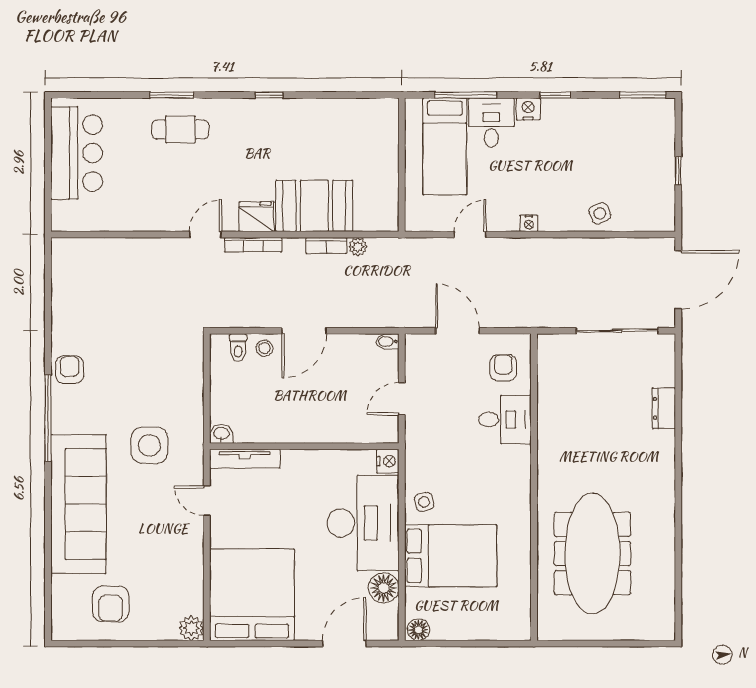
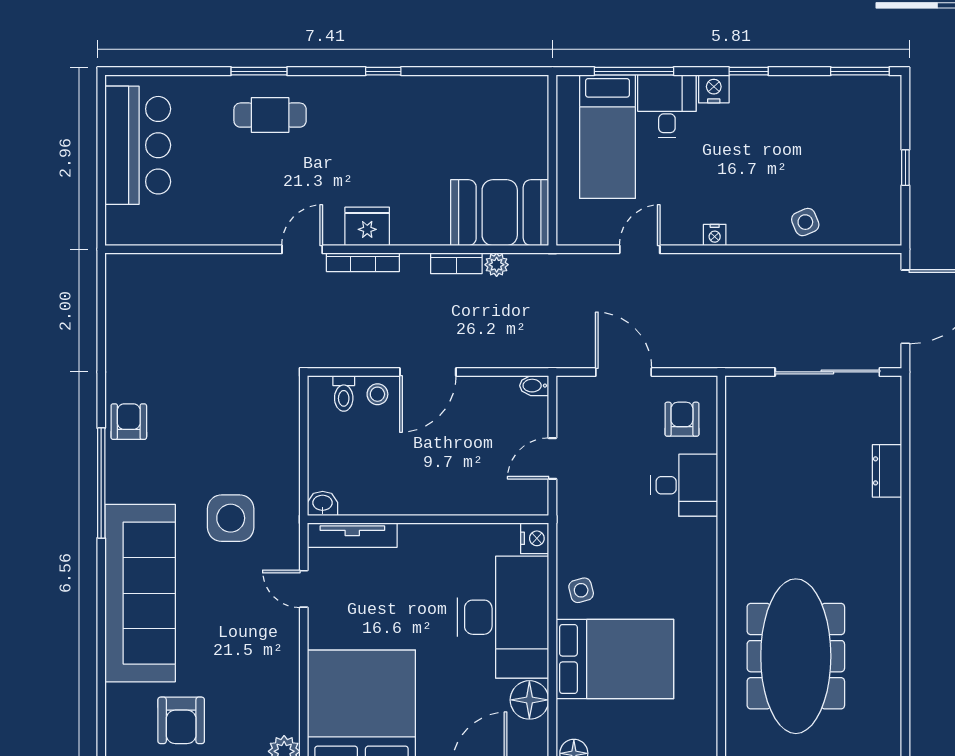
booth: (314, 206) -> (500, 213), moved

